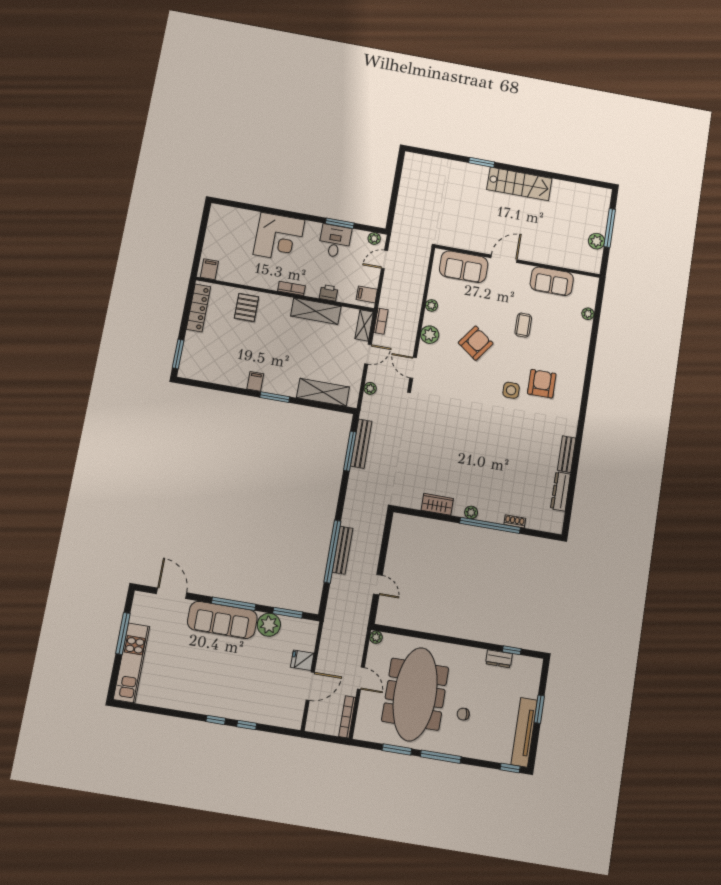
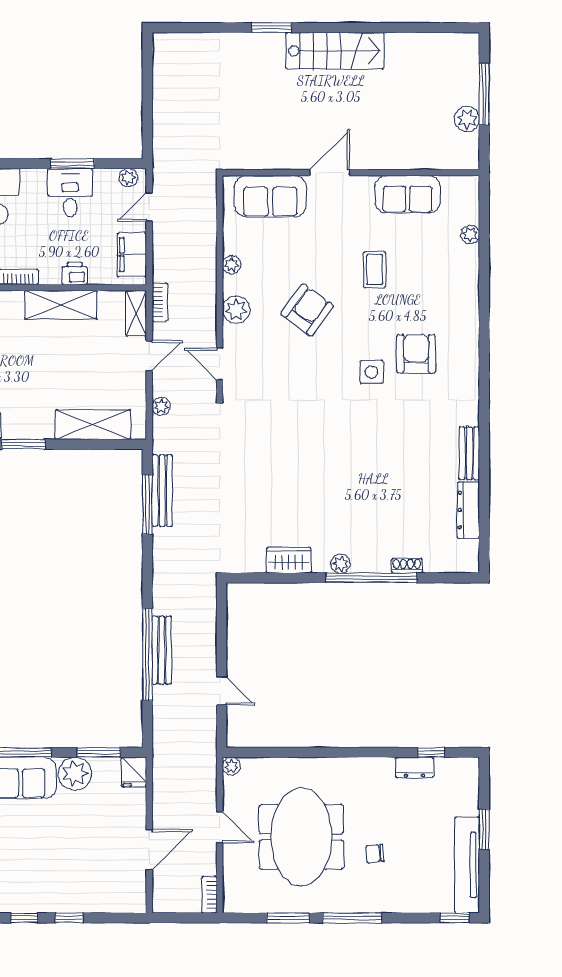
filing cabinet: (367, 294) -> (132, 255), width x2.00
fridge: (302, 660) -> (134, 772), moved, turned -90
meeting table: (415, 694) -> (301, 837), width x0.73
bookcase: (347, 717) -> (209, 895), width x0.64

